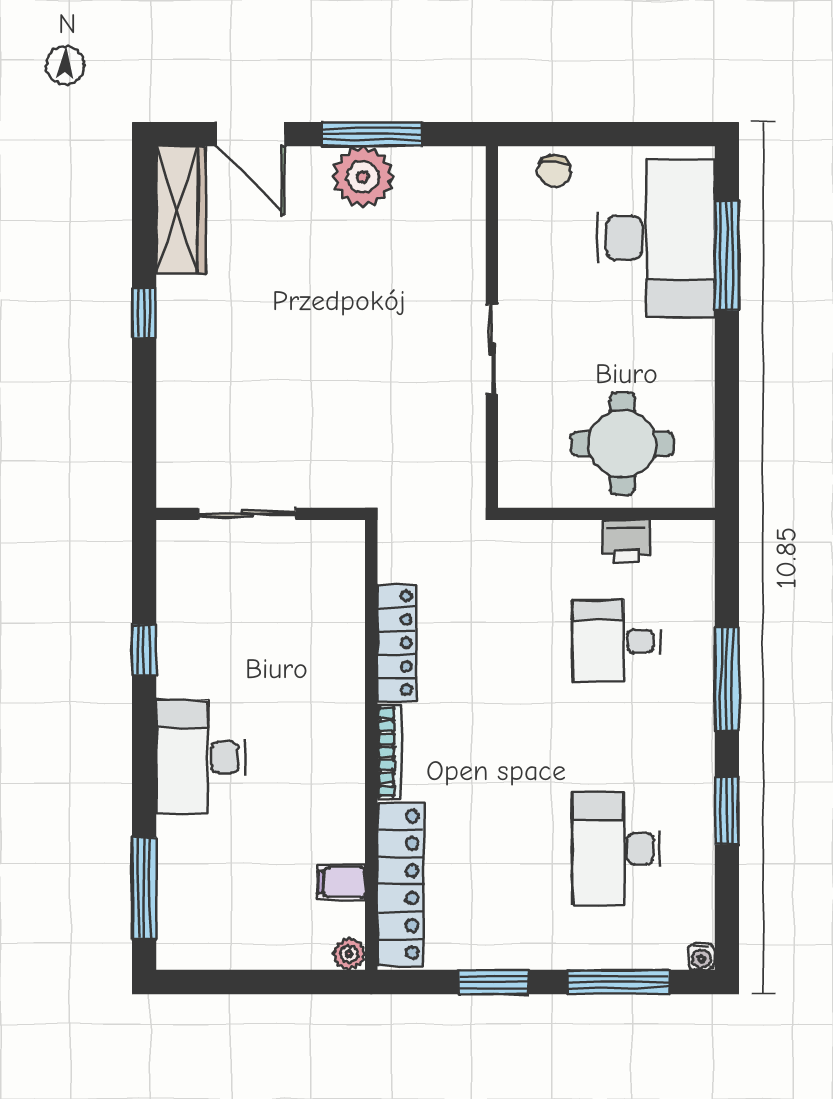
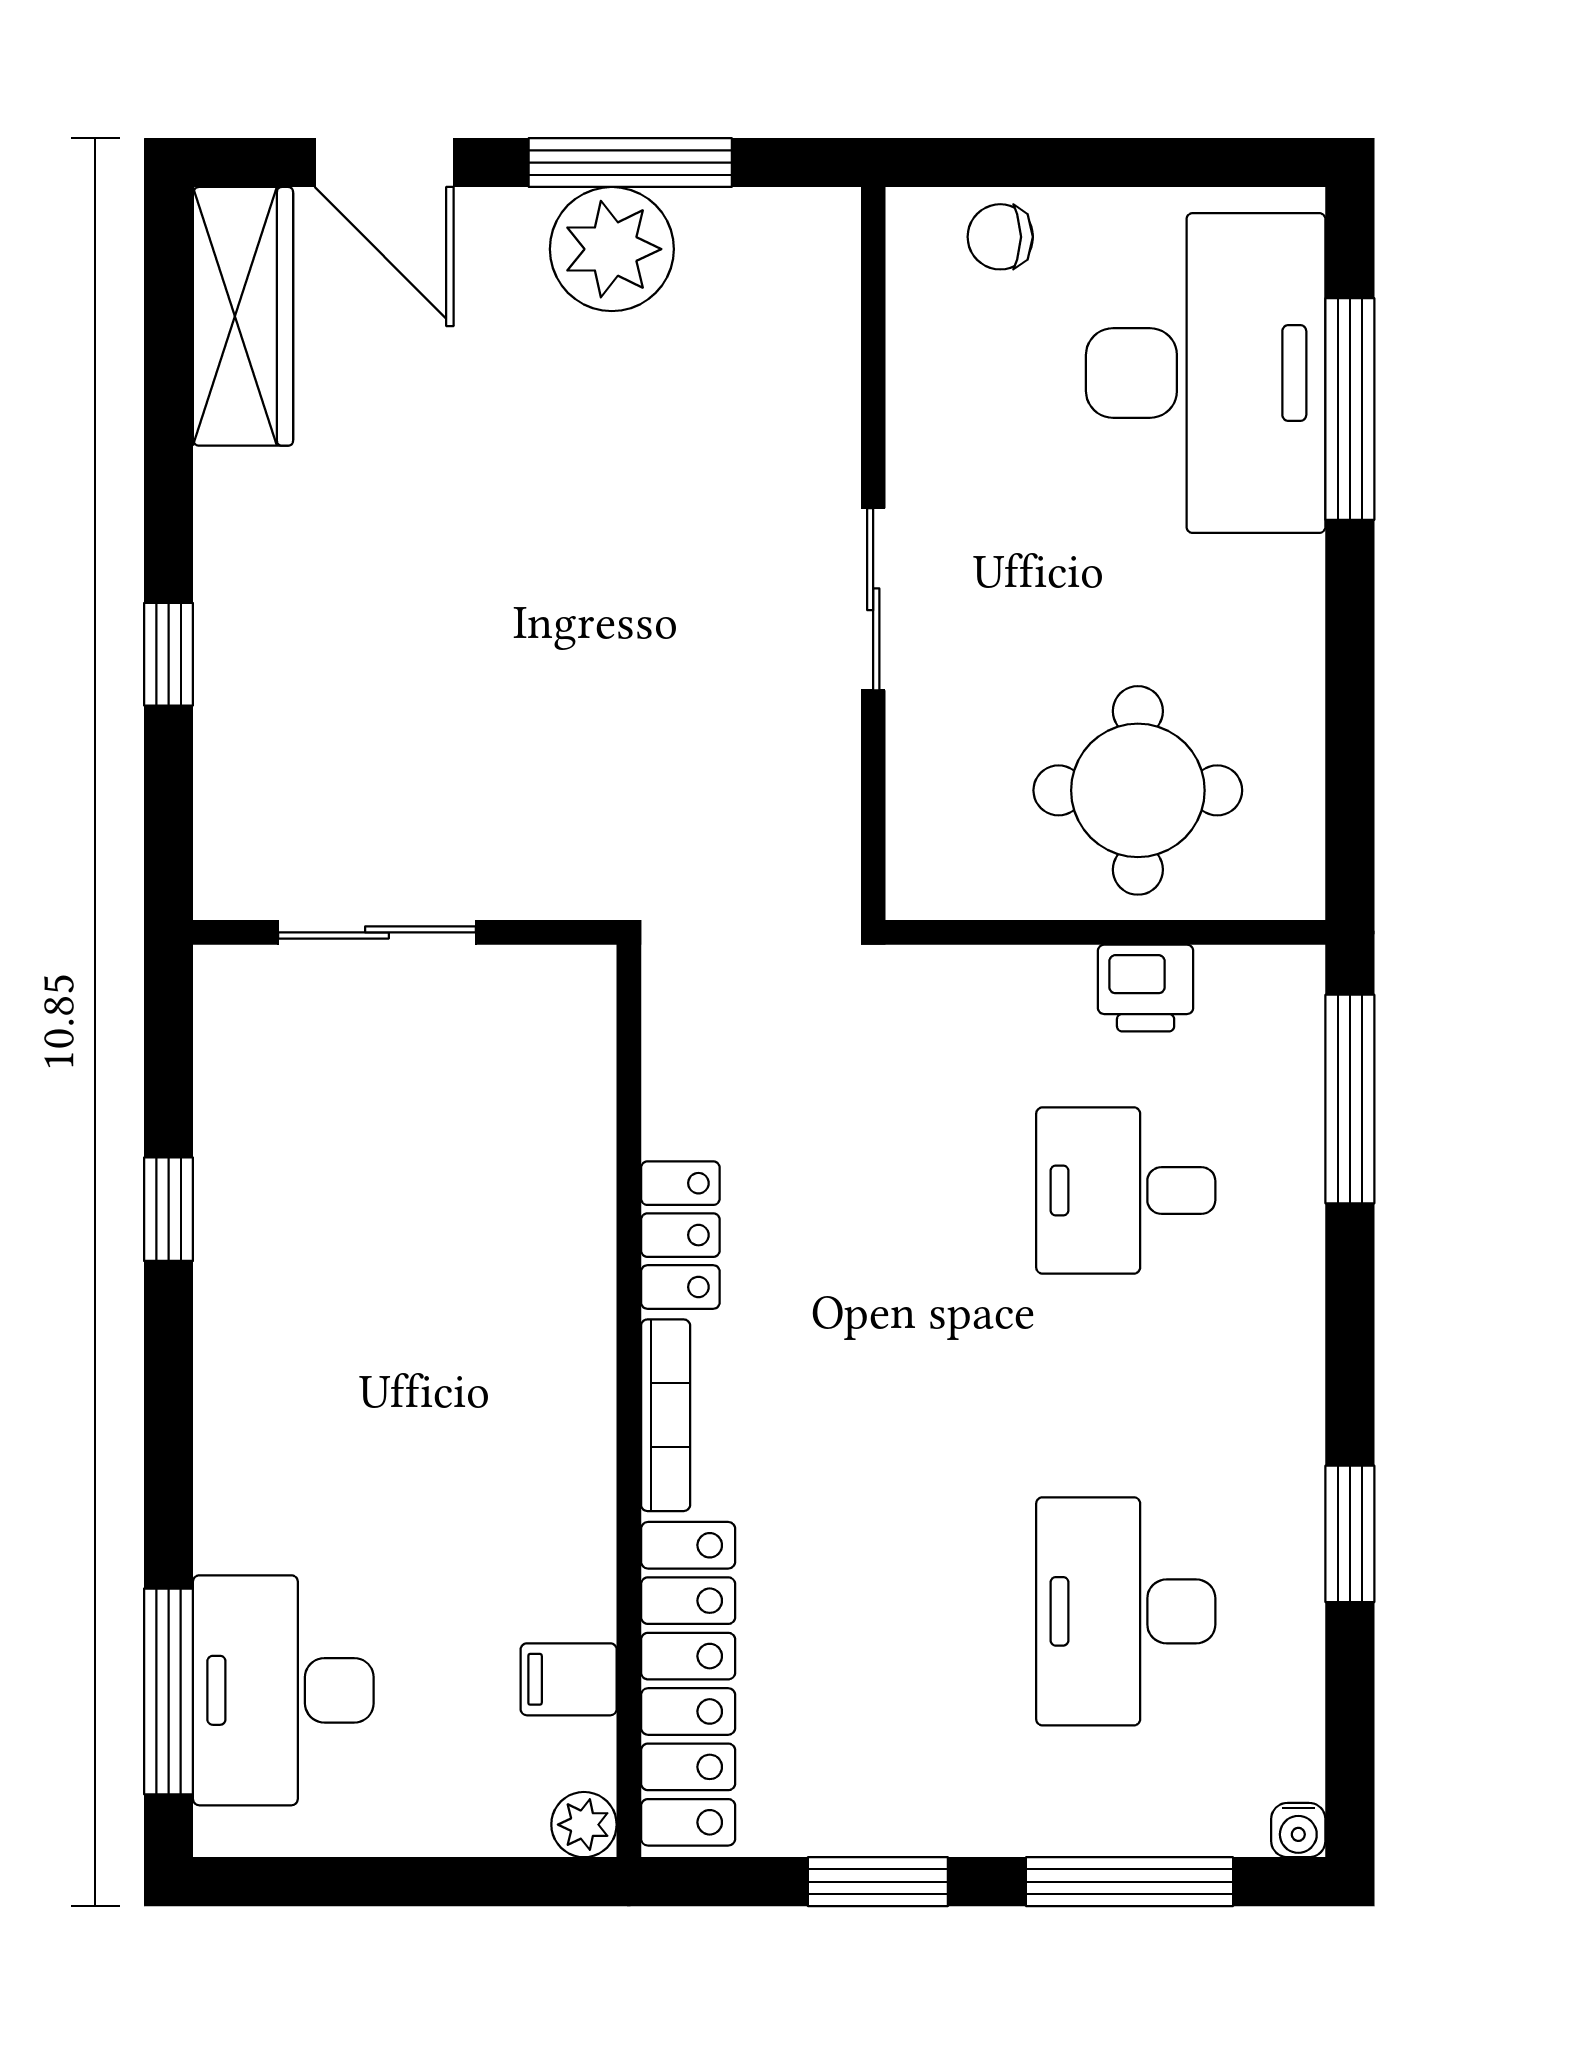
chair: (554, 171) -> (1000, 237), turned 90
window: (144, 313) -> (169, 654), moved
locker: (397, 643) -> (680, 1235), width x0.66
window: (727, 679) -> (1350, 1099), moved
desk: (201, 757) -> (283, 1690), moved

